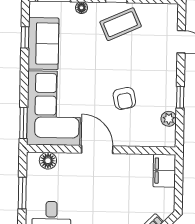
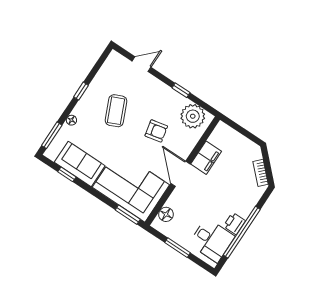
coffee table: (121, 24) -> (116, 111), moved
plant: (169, 119) -> (193, 116), width x1.87, depth x1.87
door: (97, 150) -> (181, 174), hinge flipped
filing cabinet: (164, 171) -> (206, 158), moved, turned -90

